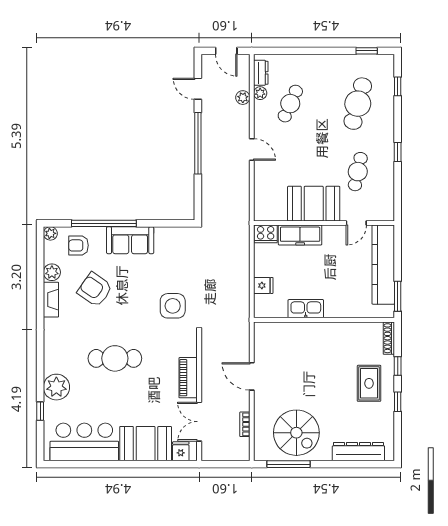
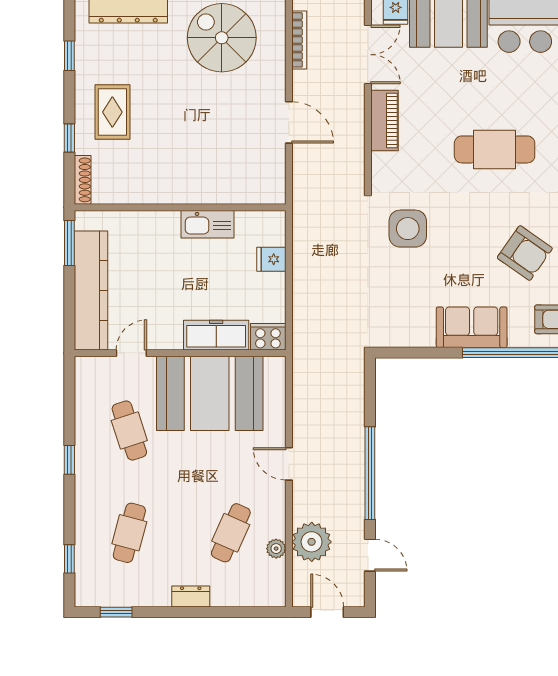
dresser: (261, 73) -> (191, 597), moved, turned 90
plant: (243, 98) -> (312, 542), width x1.88, depth x1.88
cafe table: (358, 104) -> (129, 533), width x0.73, depth x0.74
cafe table: (358, 172) -> (129, 430), turned -30
booth: (314, 204) -> (210, 393), width x1.36, depth x1.42
window: (398, 402) -> (69, 56), moved
bookcase: (245, 424) -> (299, 40), width x1.56

